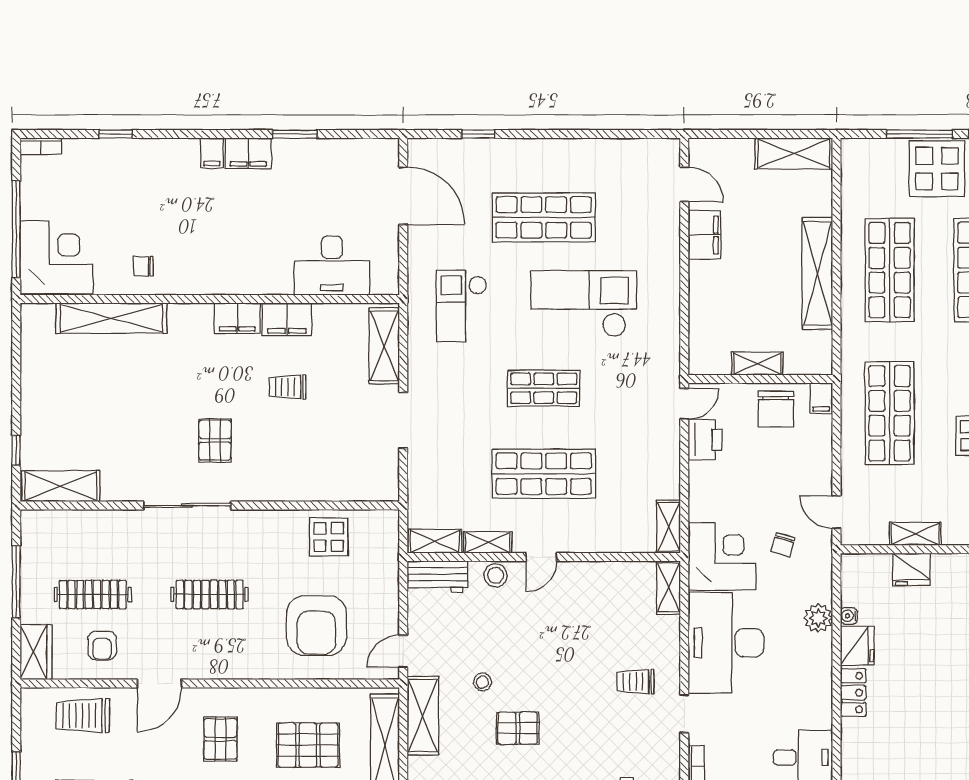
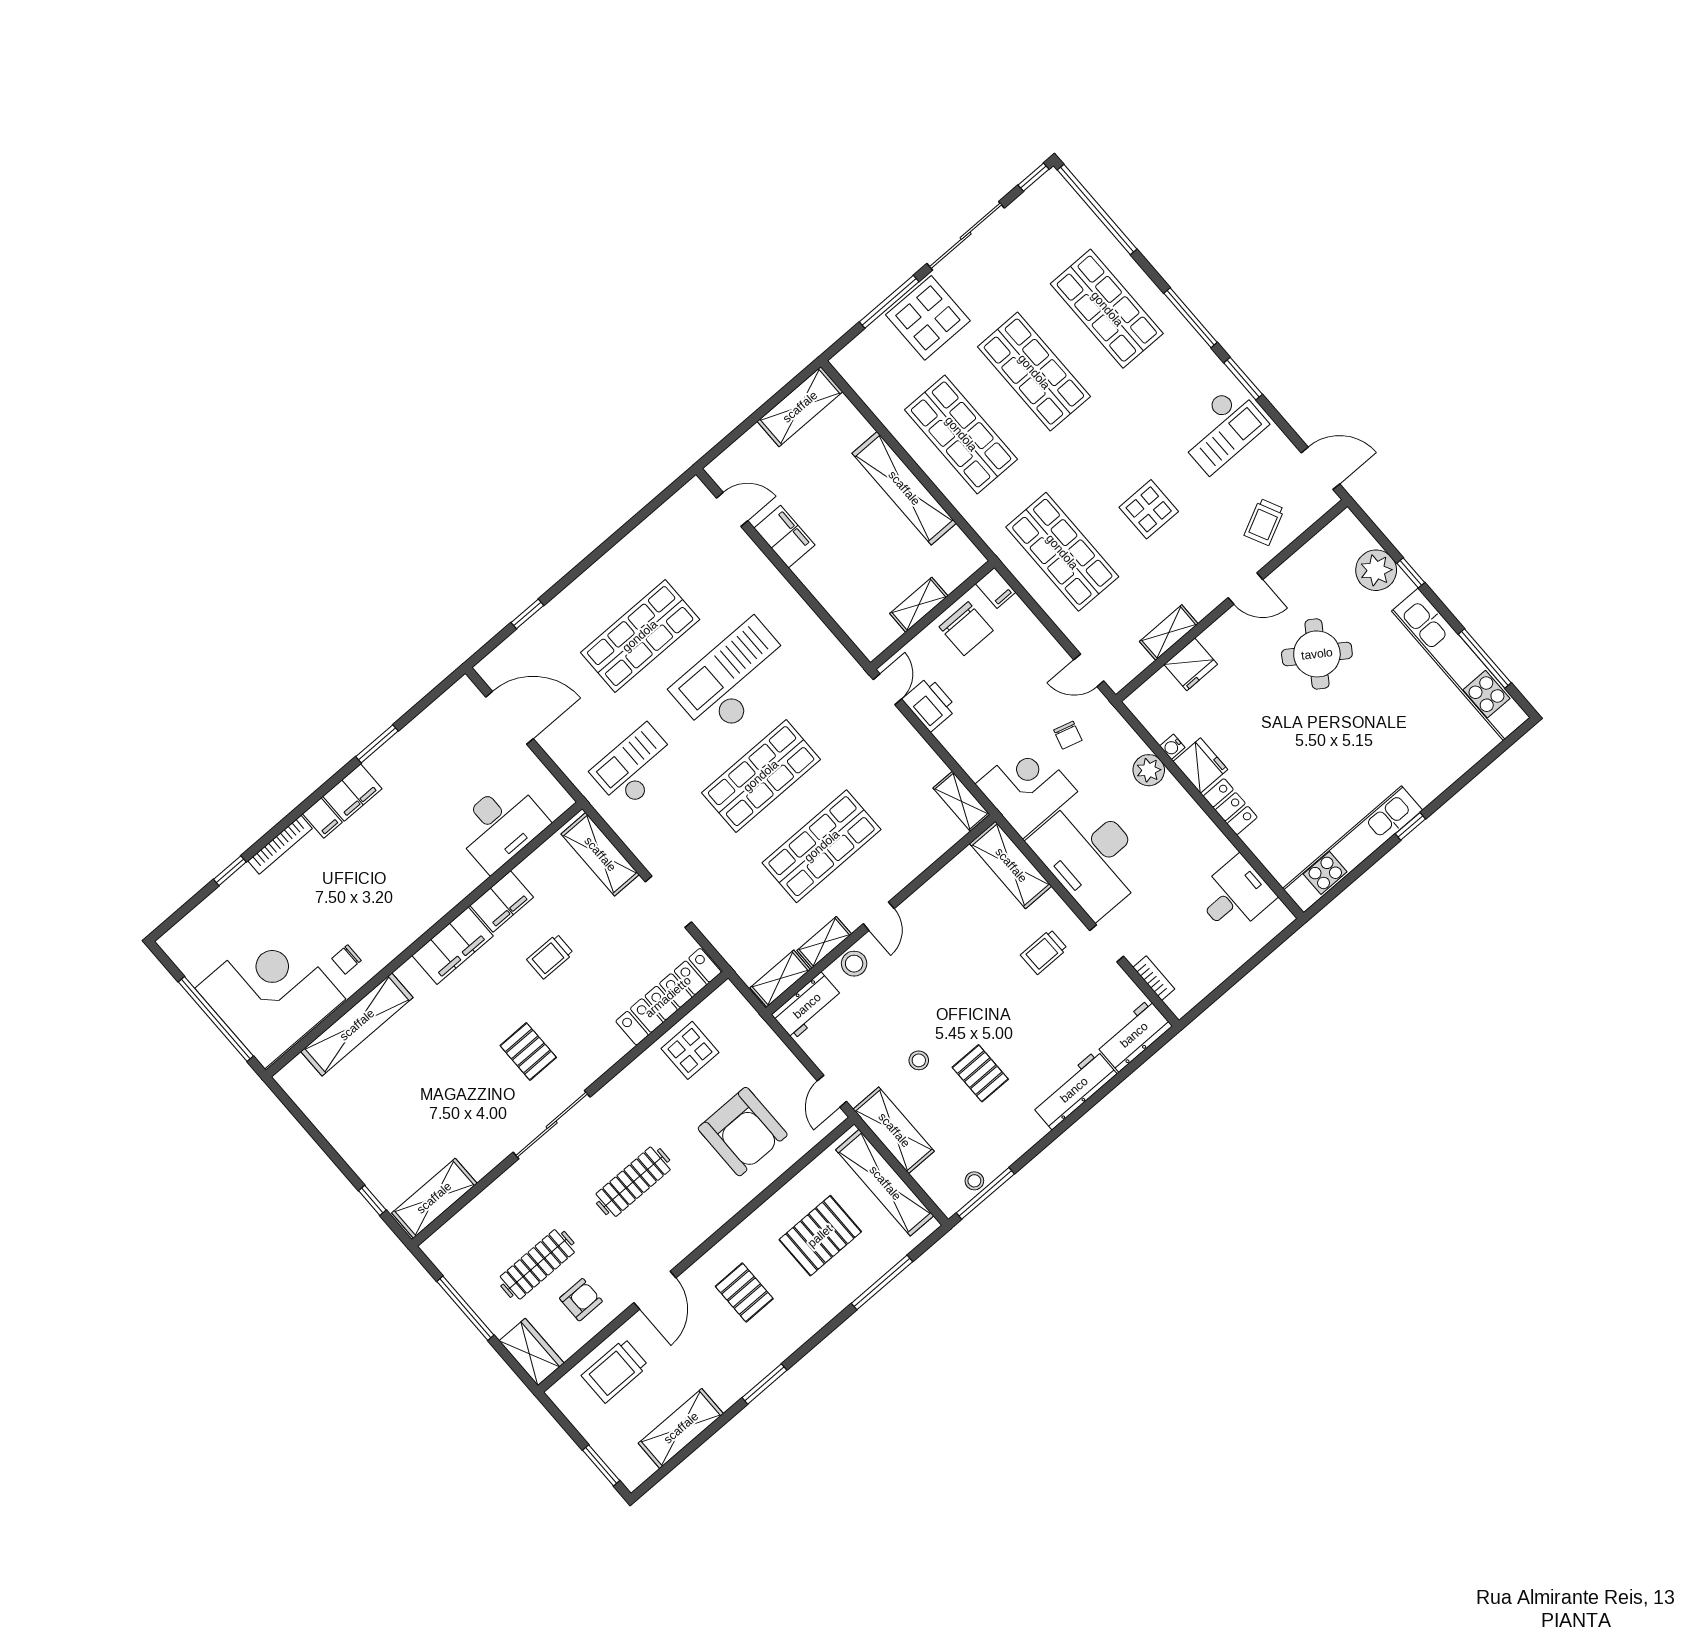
bookcase: (41, 146) -> (280, 845), moved, width x1.56
corner desk: (56, 257) -> (270, 994), width x1.36, depth x1.36
checkout: (462, 306) -> (635, 767), turned 90
filing cabinet: (237, 318) -> (453, 946), width x1.50, depth x1.17
shop shelf: (544, 388) -> (761, 776), width x1.43, depth x1.36
locker: (346, 487) -> (668, 997), added
shelving: (669, 588) -> (1011, 865), width x1.50, depth x1.33
armchair: (102, 646) -> (581, 1300), turned -90
pallet: (518, 728) -> (980, 1073), turned 90

